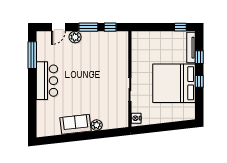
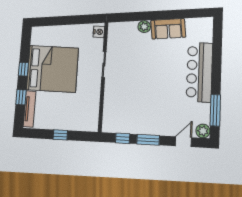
window: (180, 27) -> (60, 135), moved
plant: (75, 37) -> (203, 131), moved
bar counter: (47, 81) -> (199, 72), width x1.36

